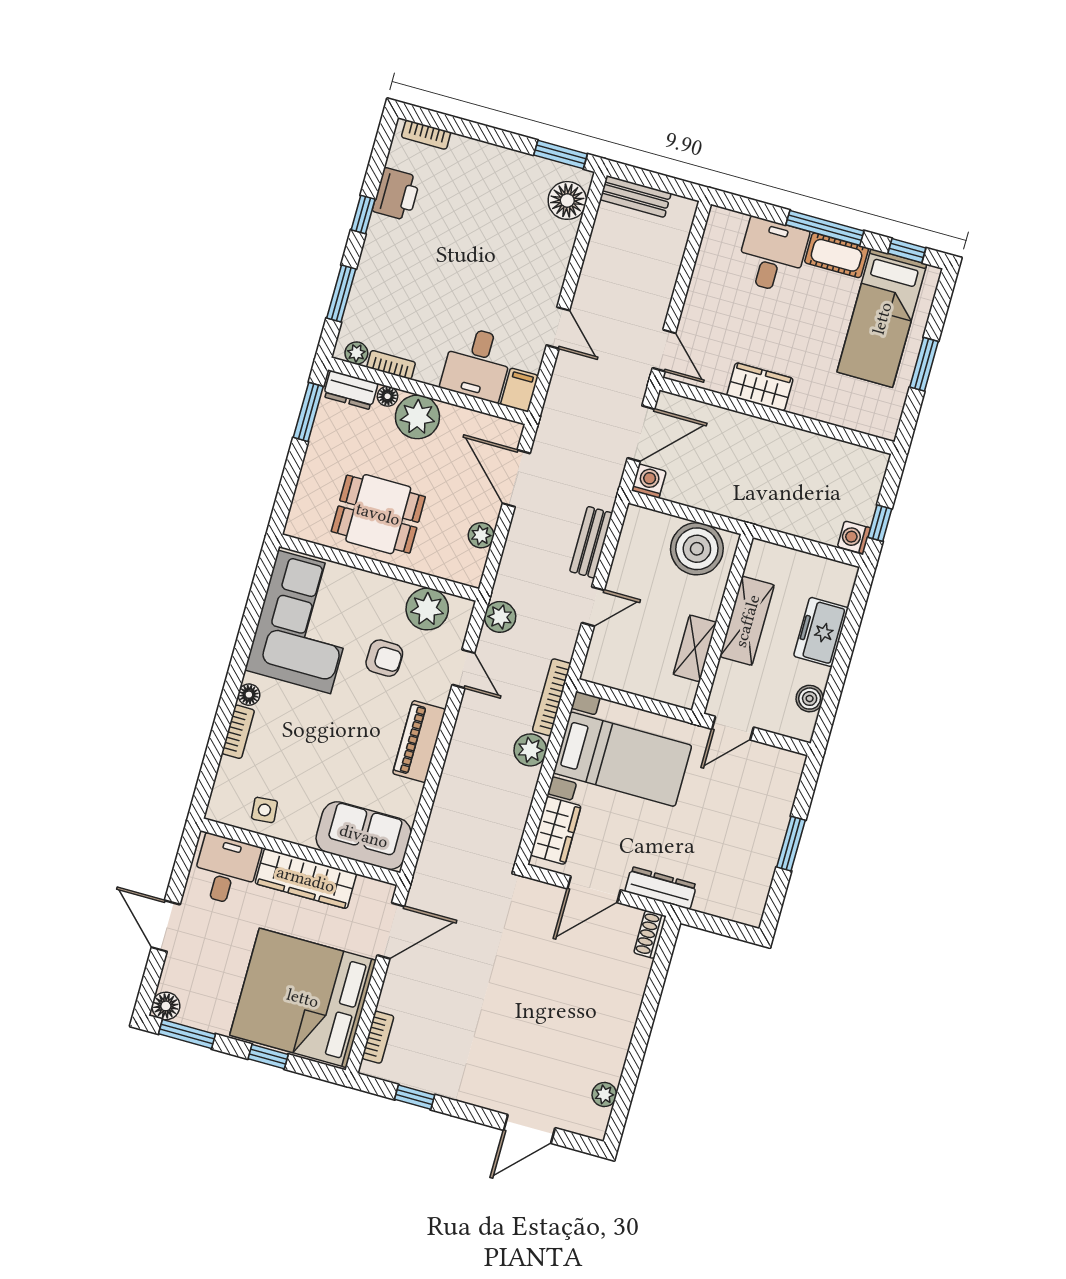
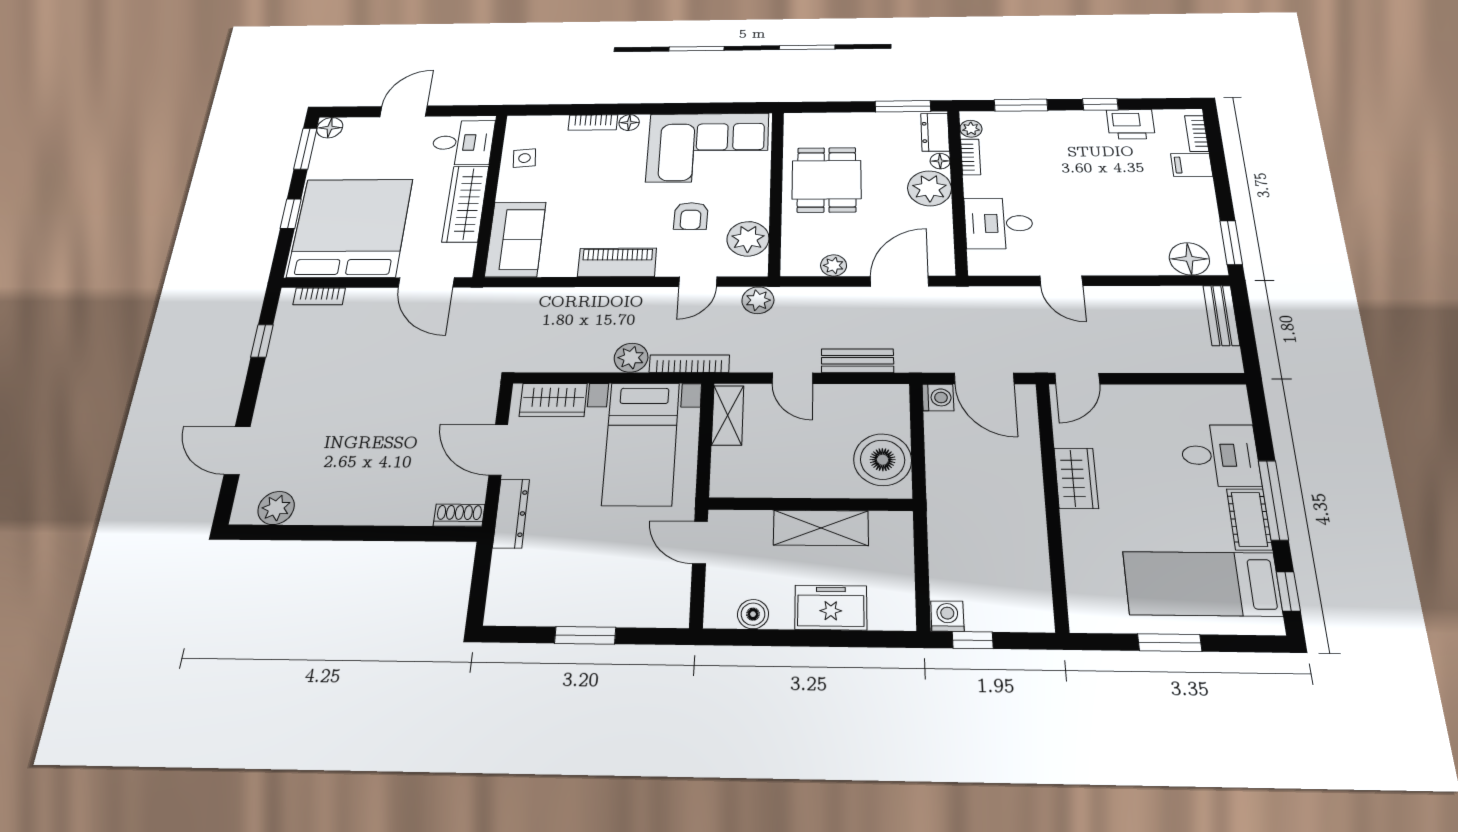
door: (558, 328) -> (1061, 281), hinge flipped
filing cabinet: (519, 390) -> (1192, 165), moved, turned 180
shelving: (695, 648) -> (728, 415), moved, turned 90
plant: (604, 1095) -> (276, 508), width x1.38, depth x1.38

